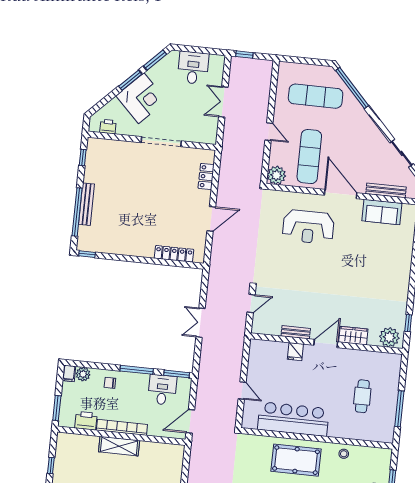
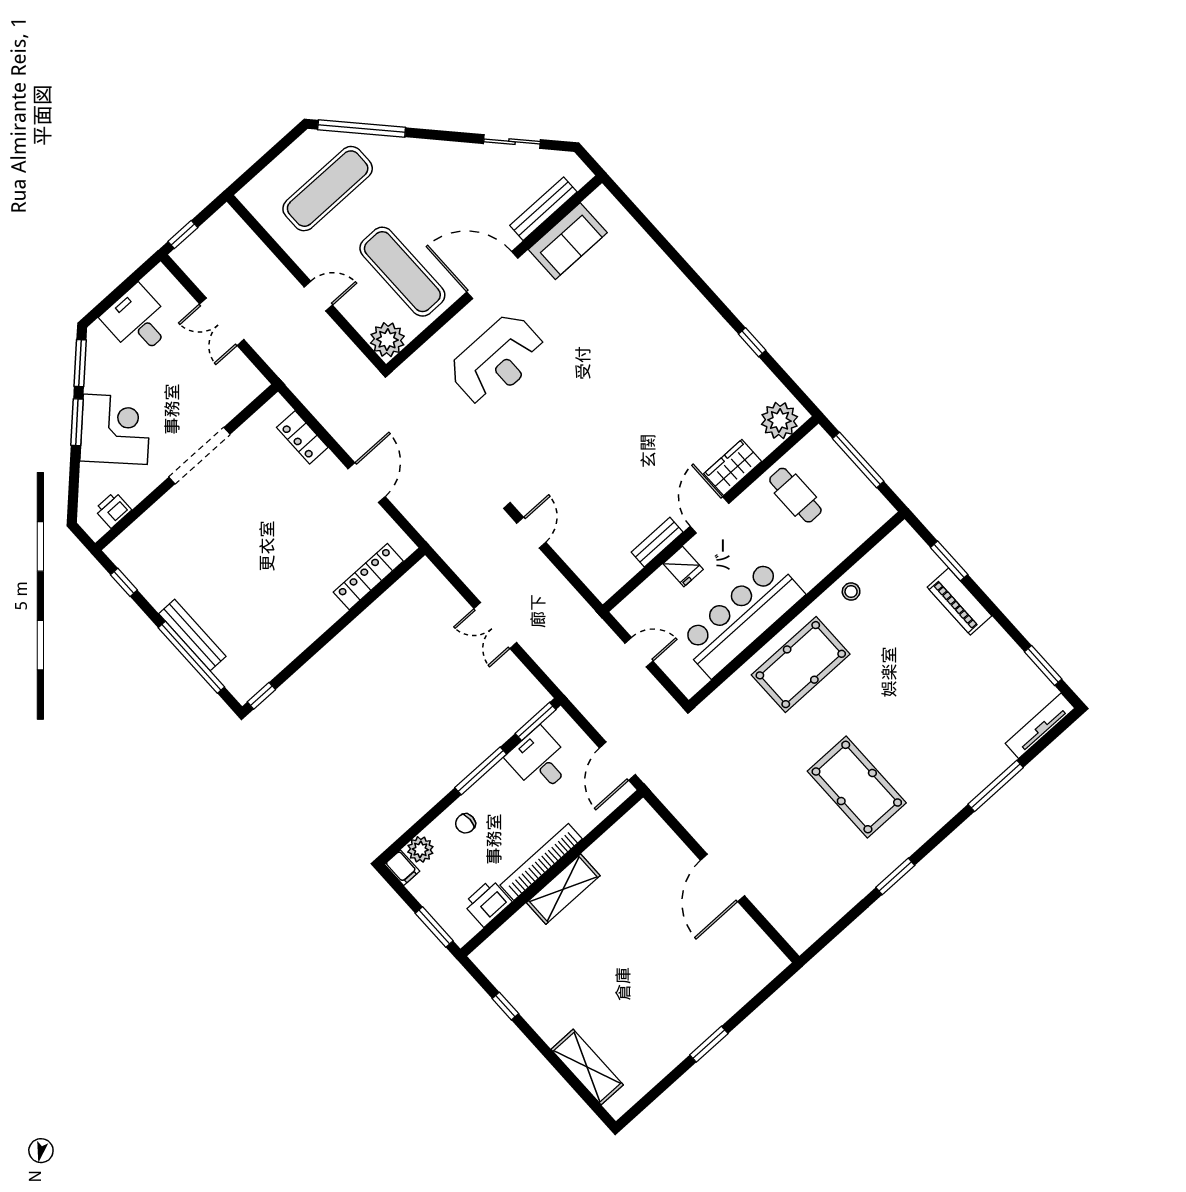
bench: (296, 332) -> (657, 542), moved
wardrobe: (353, 336) -> (733, 467), moved
plant: (389, 337) -> (779, 420), moved
door: (326, 344) -> (710, 515), moved
wall: (327, 344) -> (711, 514), moved
fridge: (295, 352) -> (683, 566), moved

